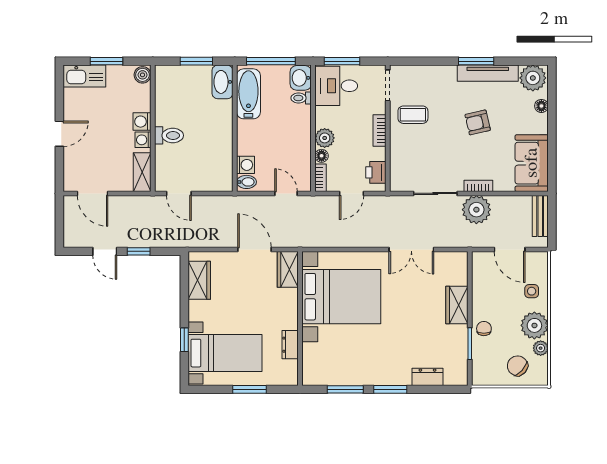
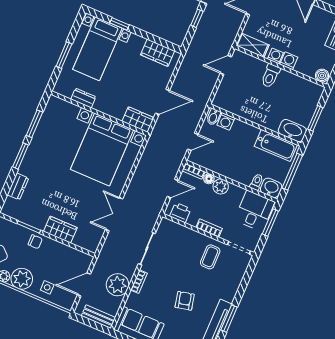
door: (351, 193) -> (173, 189), swing flipped
plant: (476, 210) -> (118, 285), moved

